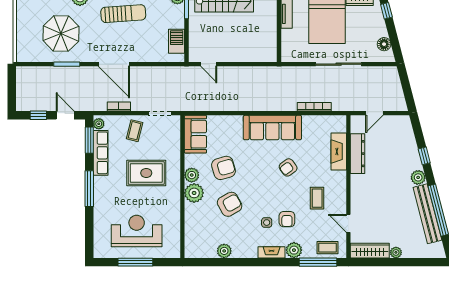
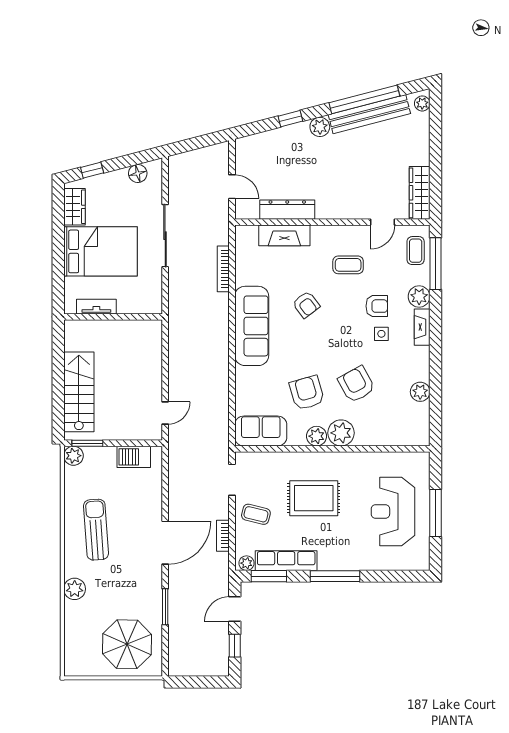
parasol: (61, 34) -> (127, 644), moved
rug: (146, 173) -> (314, 498), turned 90
plant: (396, 252) -> (422, 103), moved

